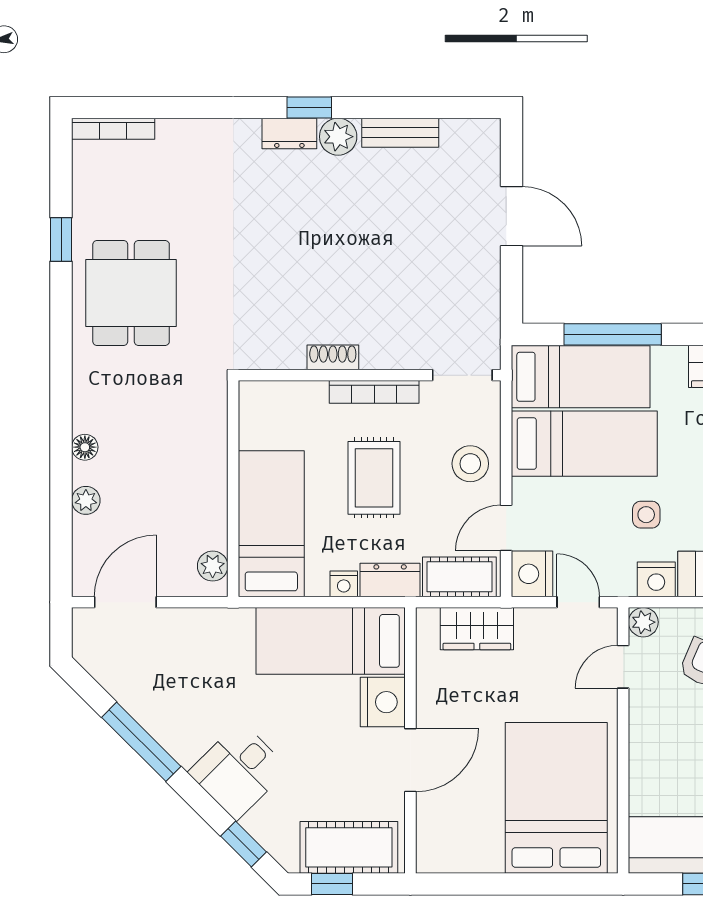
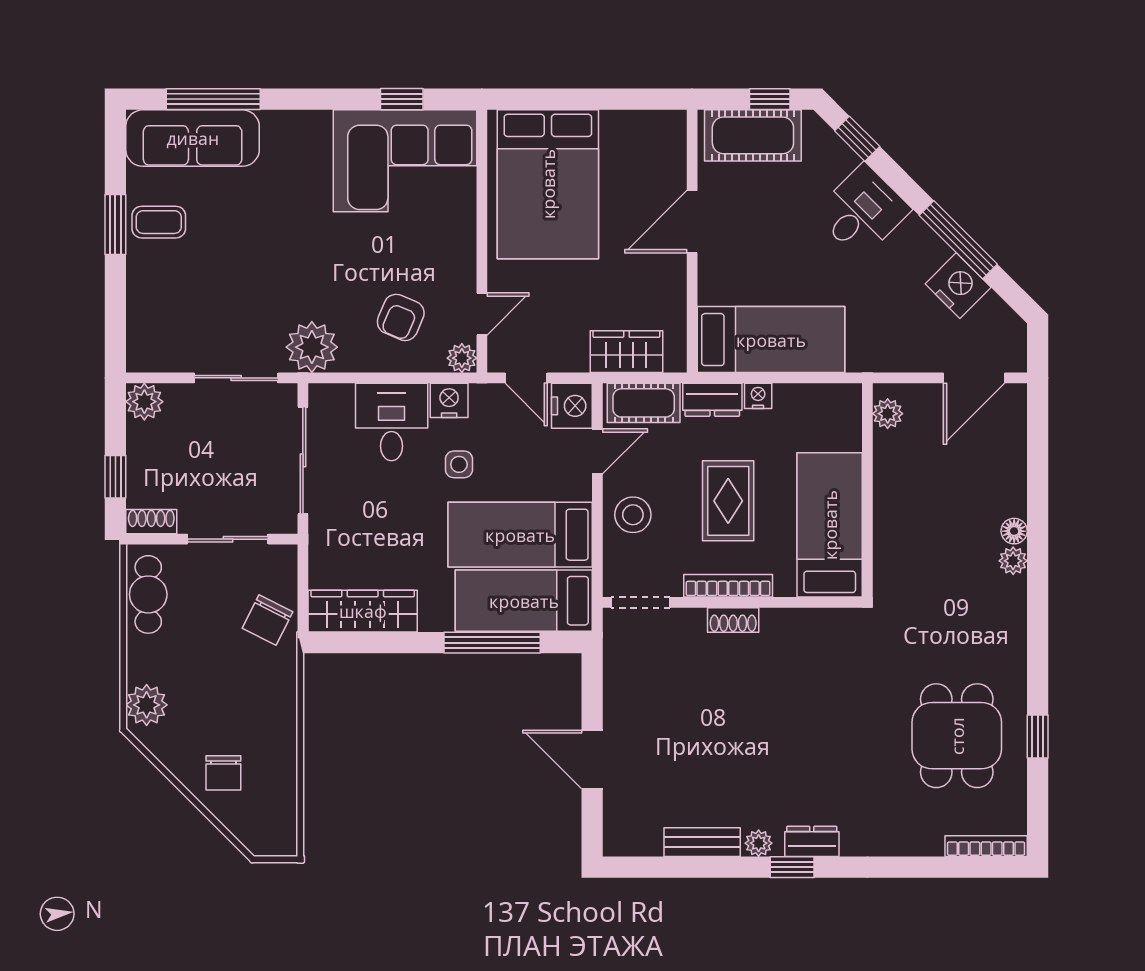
plant: (338, 137) -> (759, 843), width x0.73, depth x0.73
dining table: (131, 293) -> (957, 736), moved
shoe rack: (333, 357) -> (733, 620), moved
plant: (86, 500) -> (1013, 561), moved
bed: (271, 524) -> (830, 525), moved, turned 180
nightstand: (383, 702) -> (958, 286), moved, turned 135

